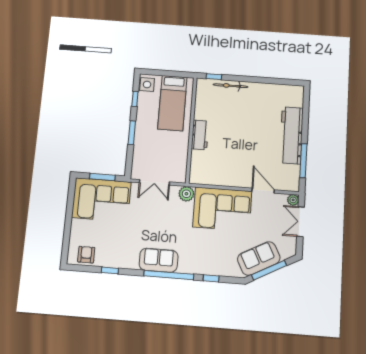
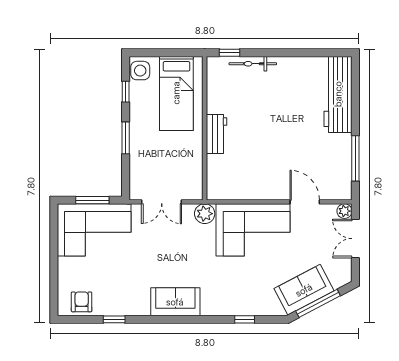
workbench: (291, 135) -> (338, 94), moved
window: (169, 275) -> (190, 319), removed

